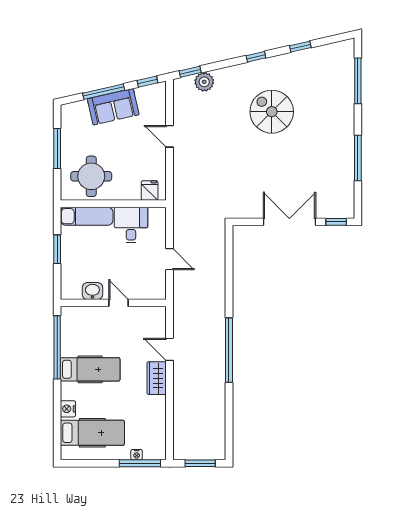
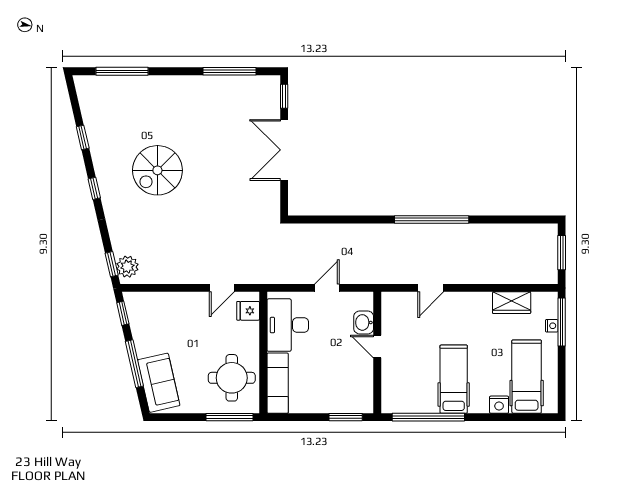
plant: (204, 82) -> (127, 267), moved
sofa: (113, 107) -> (159, 383), moved
door: (169, 136) -> (222, 288), moved
window: (57, 149) -> (230, 417), moved
window: (358, 158) -> (229, 71), moved
desk: (131, 225) -> (288, 325), width x1.37
window: (57, 249) -> (346, 417), moved
washbasin: (92, 291) -> (364, 322), moved
door: (118, 303) -> (377, 347), hinge flipped
wardrobe: (157, 378) -> (512, 303), moved

